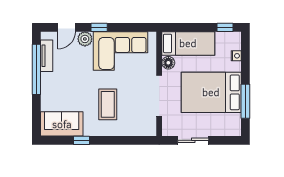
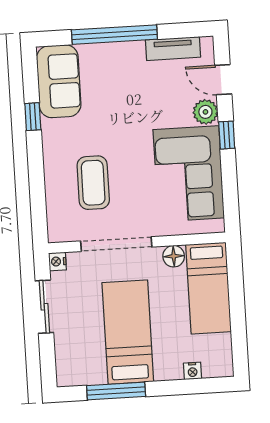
window: (225, 27) -> (240, 349), removed
window: (36, 69) -> (114, 35), moved
bed: (211, 92) -> (128, 332), width x0.67
coffee table: (108, 104) -> (93, 183), moved, turned 90
nightstand: (167, 131) -> (57, 261), added

